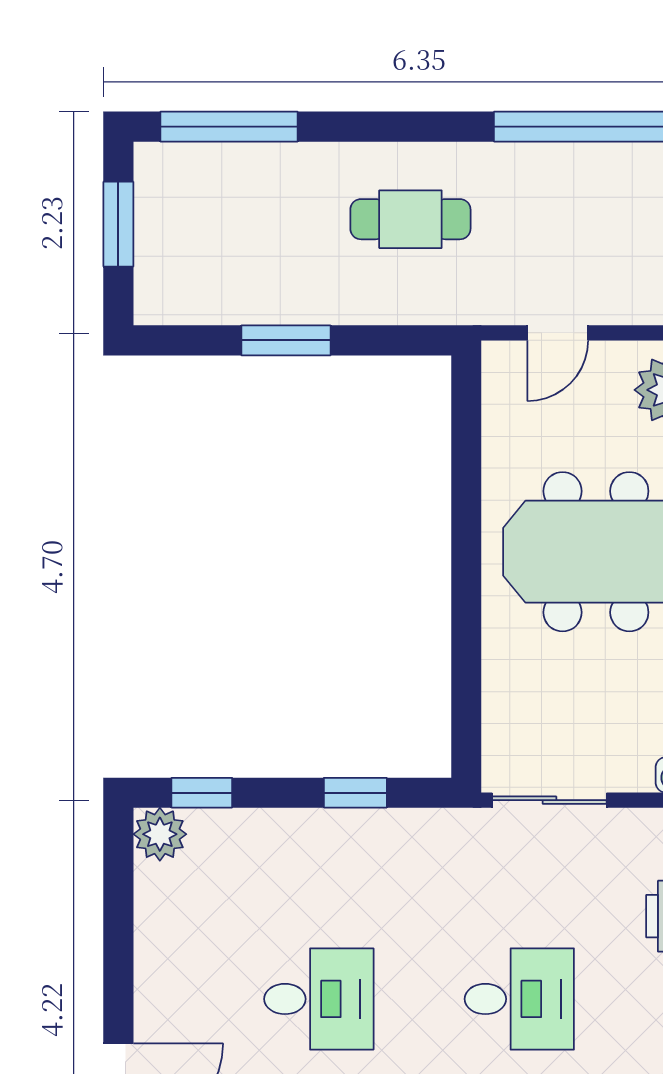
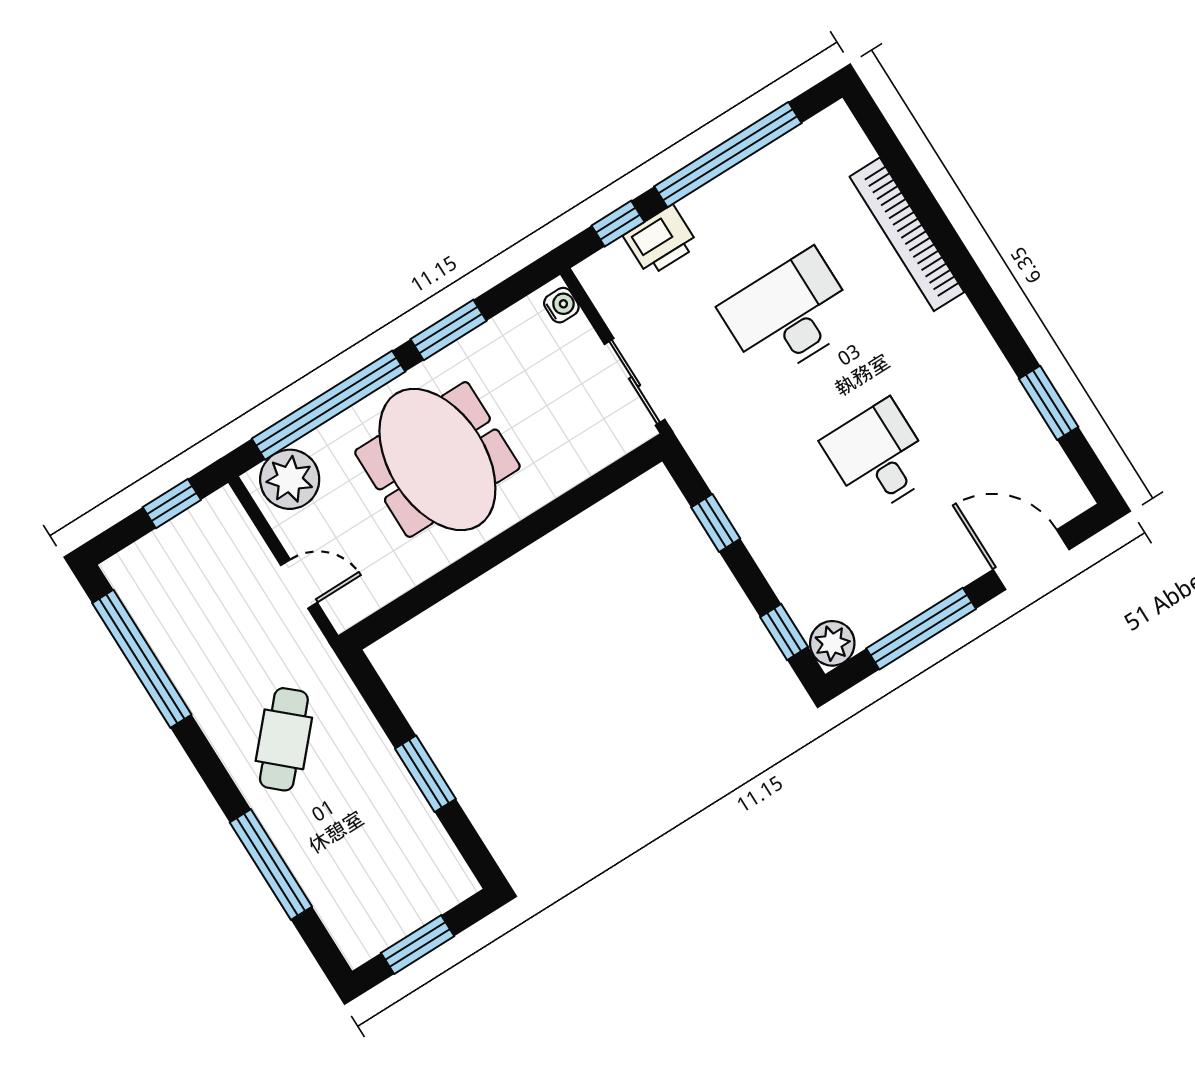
window: (229, 127) -> (271, 865), moved
cafe table: (410, 219) -> (284, 739), turned 42
window: (118, 933) -> (921, 629), added
desk: (519, 999) -> (789, 315), width x1.37

